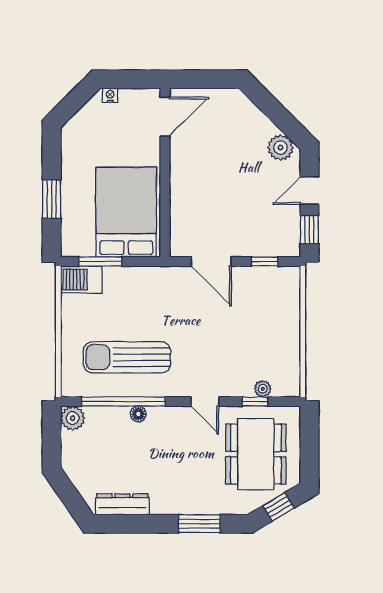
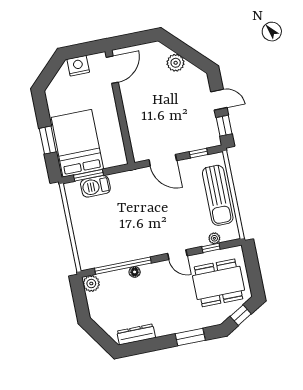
nightstand: (110, 95) -> (78, 66), width x1.89, depth x1.79
plant: (280, 148) -> (176, 63), moved
door: (309, 191) -> (219, 100), swing flipped
bed: (126, 212) -> (77, 143), moved
barbecue: (81, 279) -> (95, 186), moved
sun lounger: (127, 357) -> (218, 195), moved, turned -90
dining table: (256, 454) -> (219, 283), turned 90

